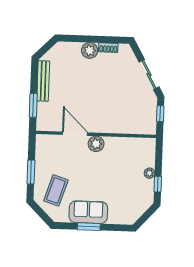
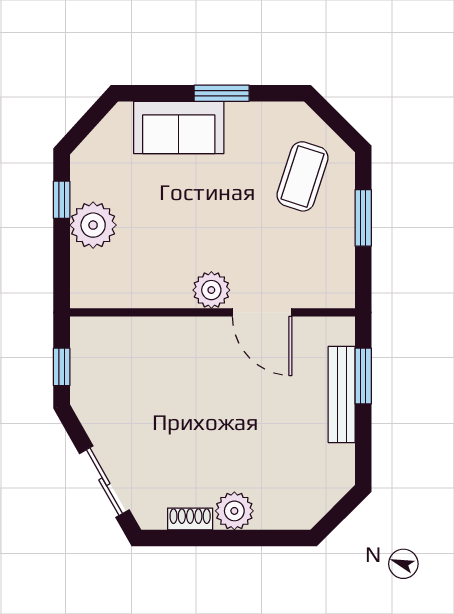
sliding door: (149, 75) -> (104, 482), moved
bench: (43, 81) -> (342, 394), moved
plant: (149, 173) -> (93, 225), width x1.87, depth x1.87
sofa: (88, 212) -> (179, 127), moved

